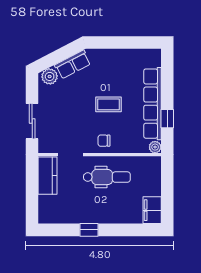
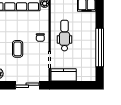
coffee table: (108, 104) -> (18, 49), moved
window: (89, 230) -> (100, 47), width x3.17

